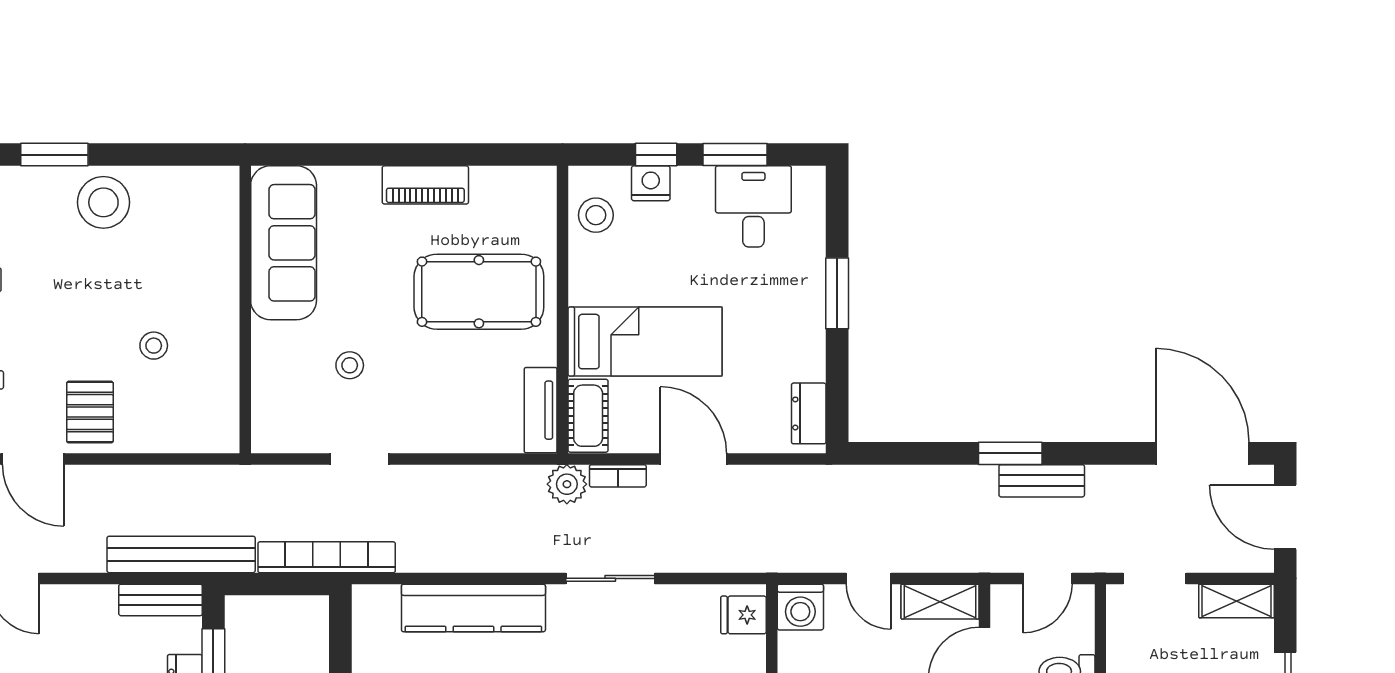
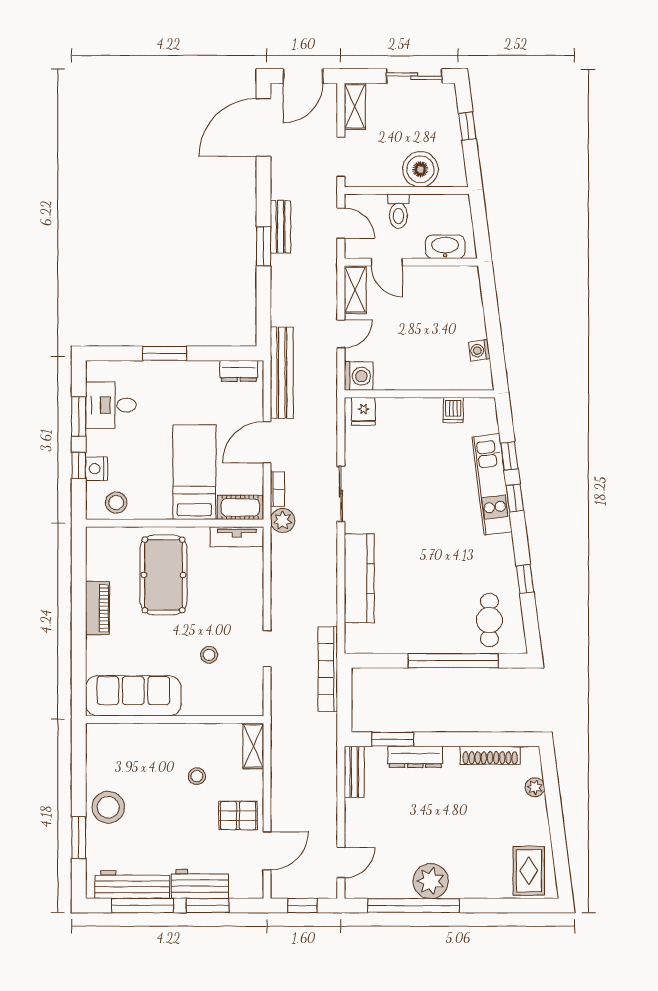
shelving: (203, 437) -> (253, 746), added
bench: (181, 554) -> (282, 373), moved

